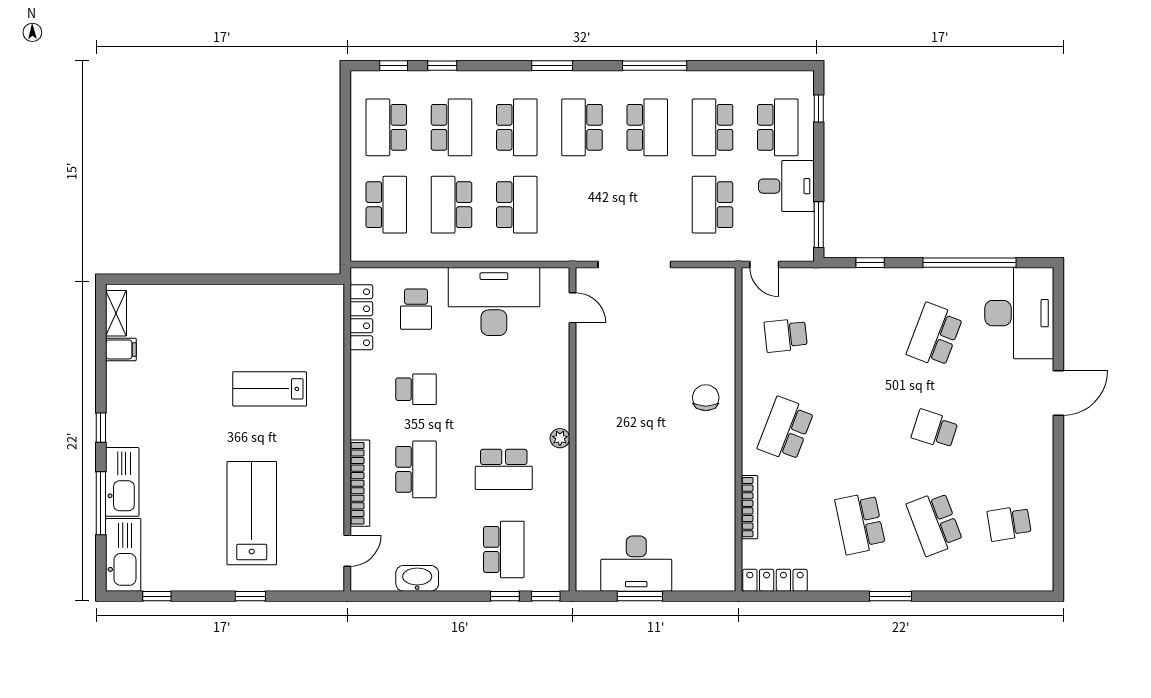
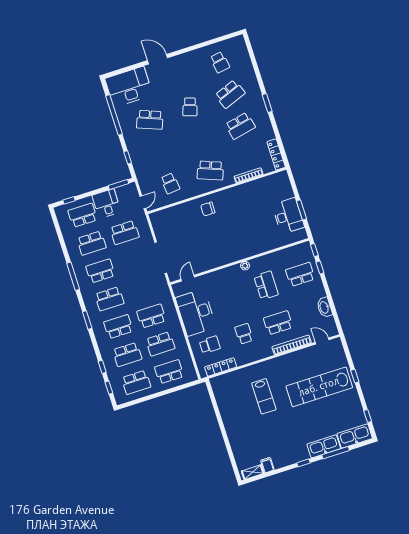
school desk: (452, 127) -> (127, 354), turned 180
lab bench: (252, 513) -> (319, 387), width x1.36

